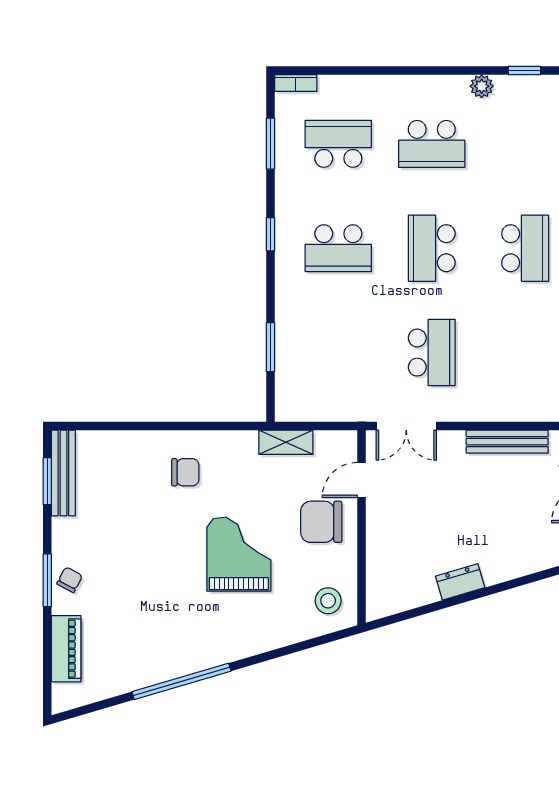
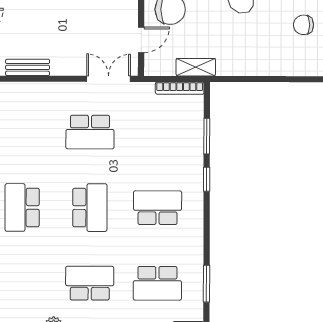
window: (271, 234) -> (207, 179), moved
school desk: (432, 353) -> (90, 132), turned -90
bookcase: (308, 413) -> (180, 88), added
bench: (507, 442) -> (28, 67), width x0.73
chair: (185, 472) -> (303, 25), moved

